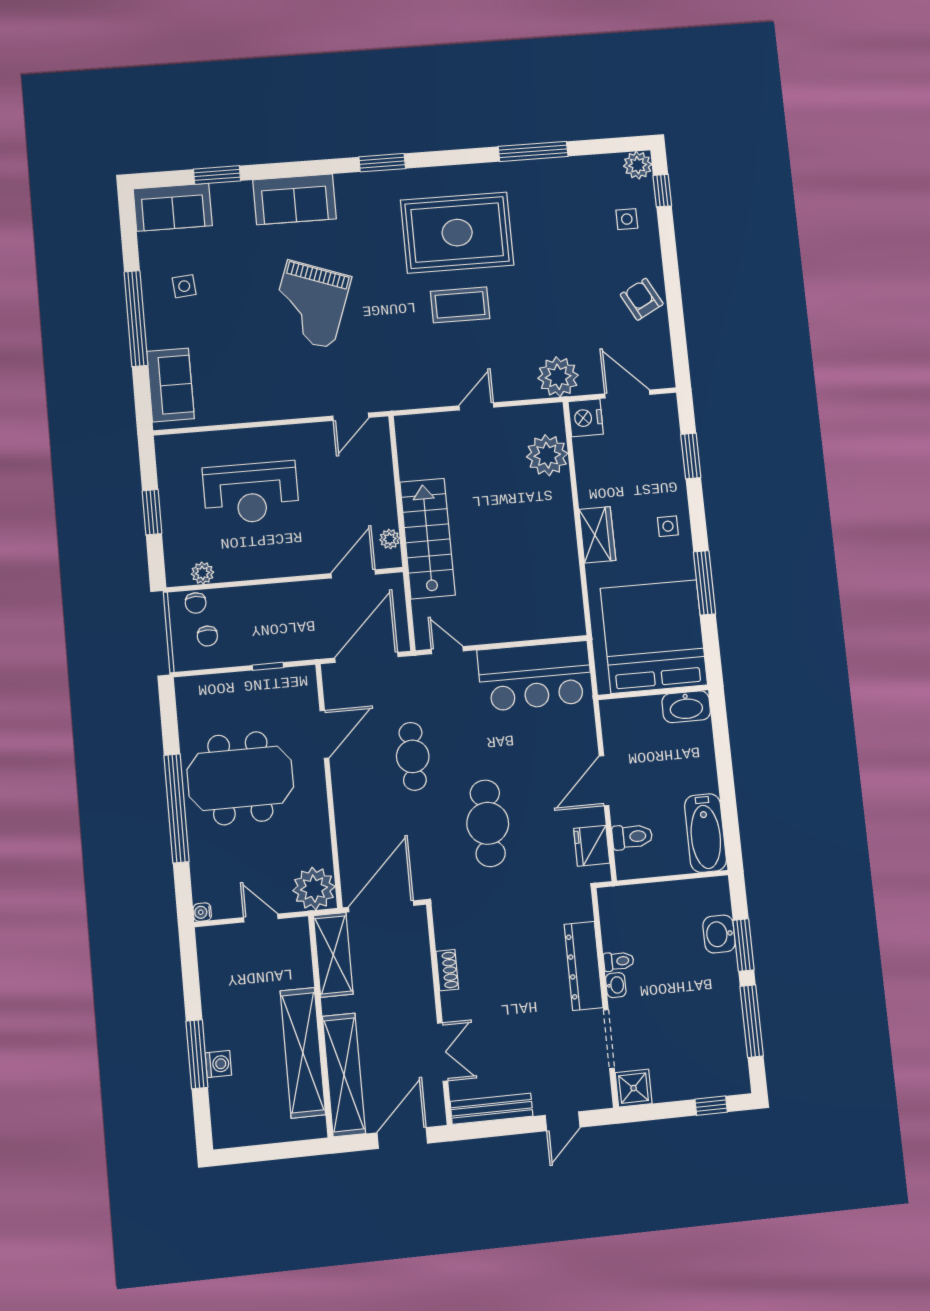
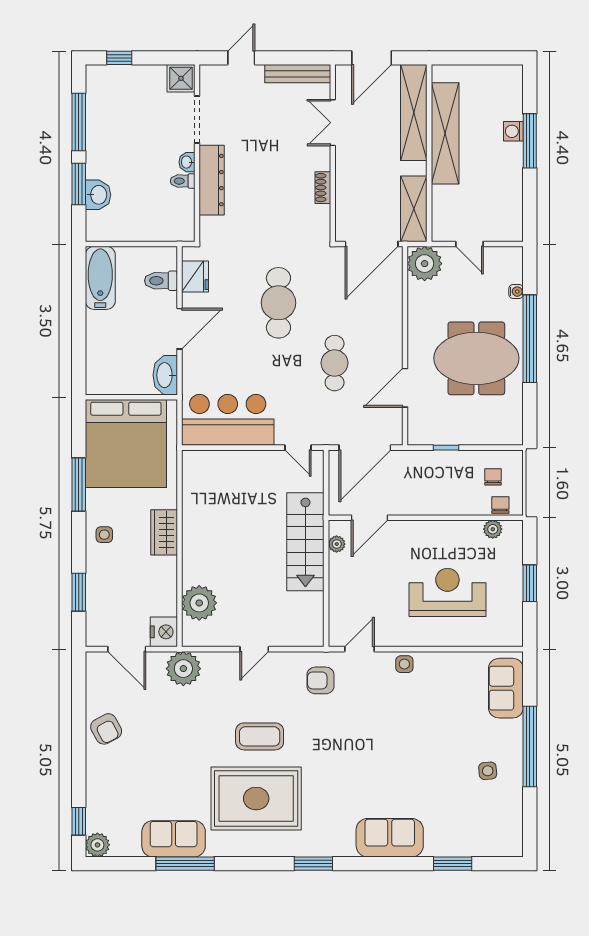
sofa: (173, 207) -> (174, 839), moved
side table: (627, 219) -> (404, 664), moved
grand piano: (310, 304) -> (385, 747), removed
armchair: (394, 376) -> (320, 680), added
washbasin: (686, 707) -> (165, 375), moved, turned -90
water cooler: (202, 912) -> (516, 292), moved

